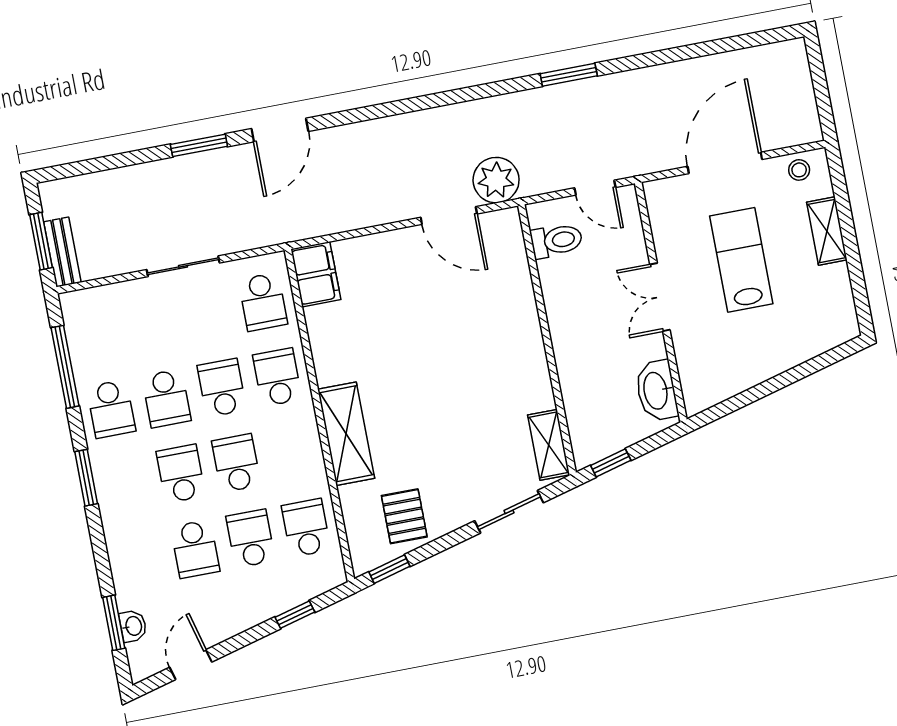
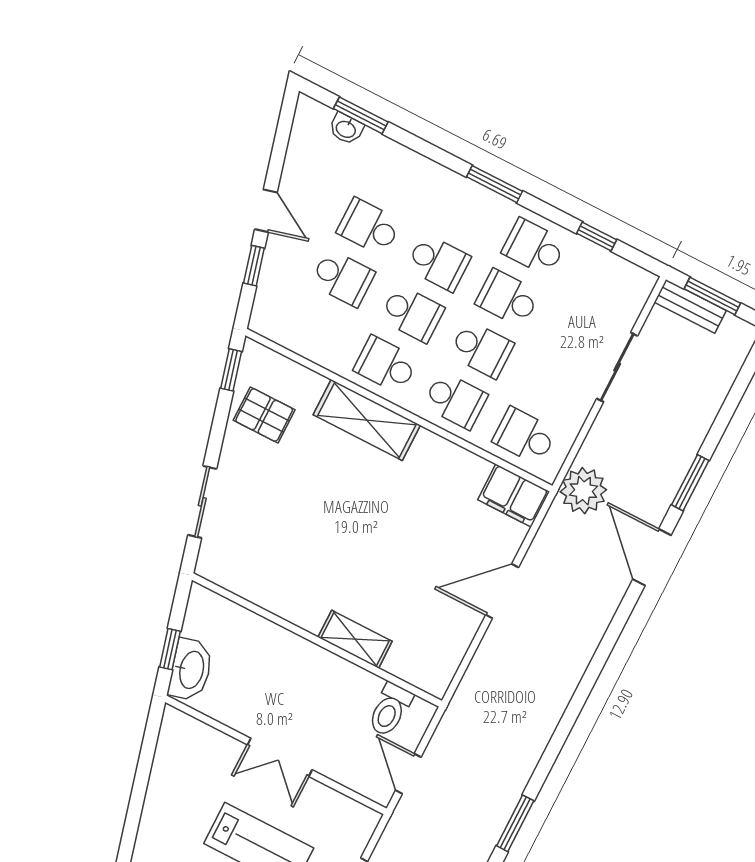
plant: (496, 180) -> (583, 491), moved
door: (595, 188) -> (408, 774), hinge flipped
door: (449, 216) -> (502, 591), moved
sliding door: (183, 266) -> (617, 367), moved
double door: (660, 297) -> (280, 757), swing flipped
window: (65, 367) -> (597, 237), width x0.46
washbasin: (656, 391) -> (191, 670), moved, turned 75
shelving: (549, 445) -> (355, 639), moved
window: (611, 463) -> (170, 649), moved
school desk: (306, 528) -> (386, 365), moved, turned 180
door: (191, 665) -> (266, 211), moved

